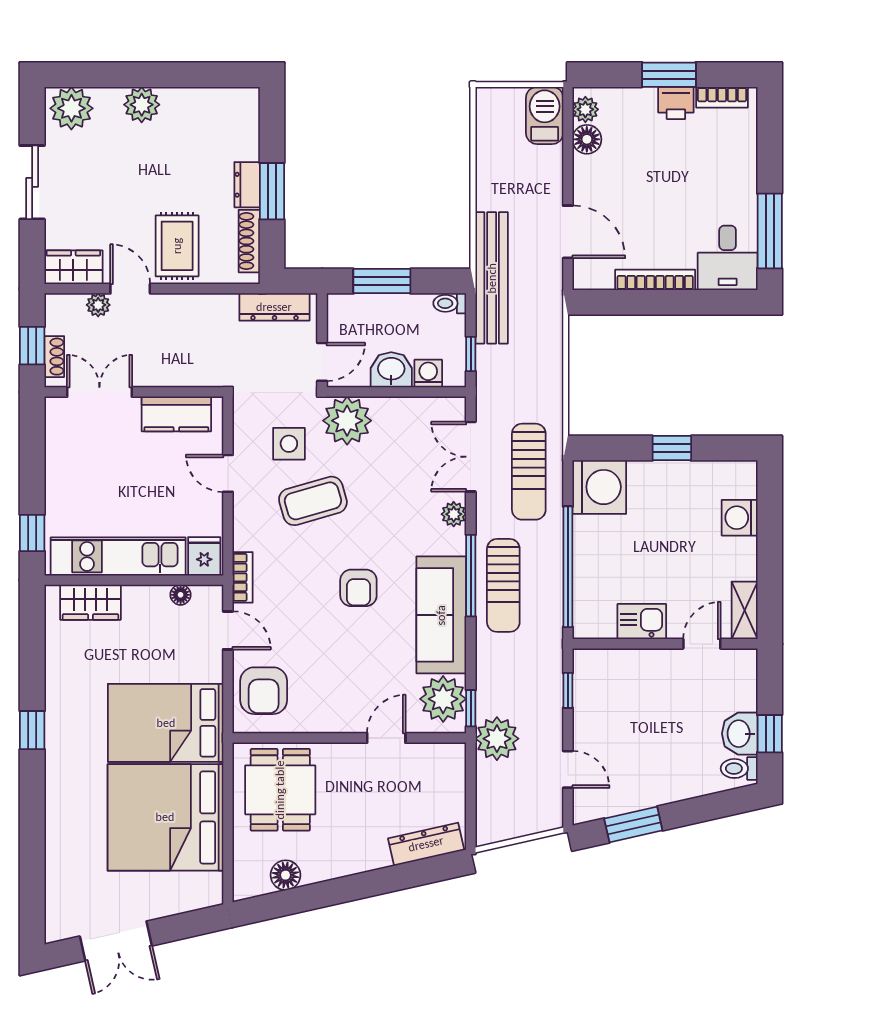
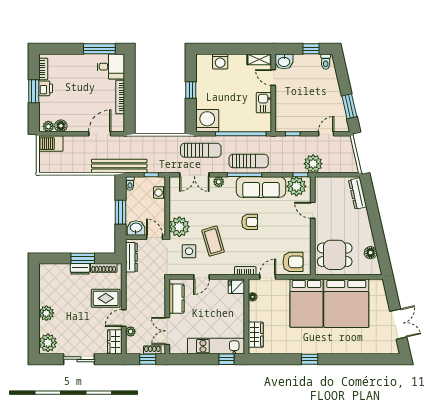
washbasin: (391, 370) -> (136, 228), moved, turned 90
kitchen unit: (118, 556) -> (216, 346), moved, turned 90
washbasin: (740, 734) -> (284, 61), moved

